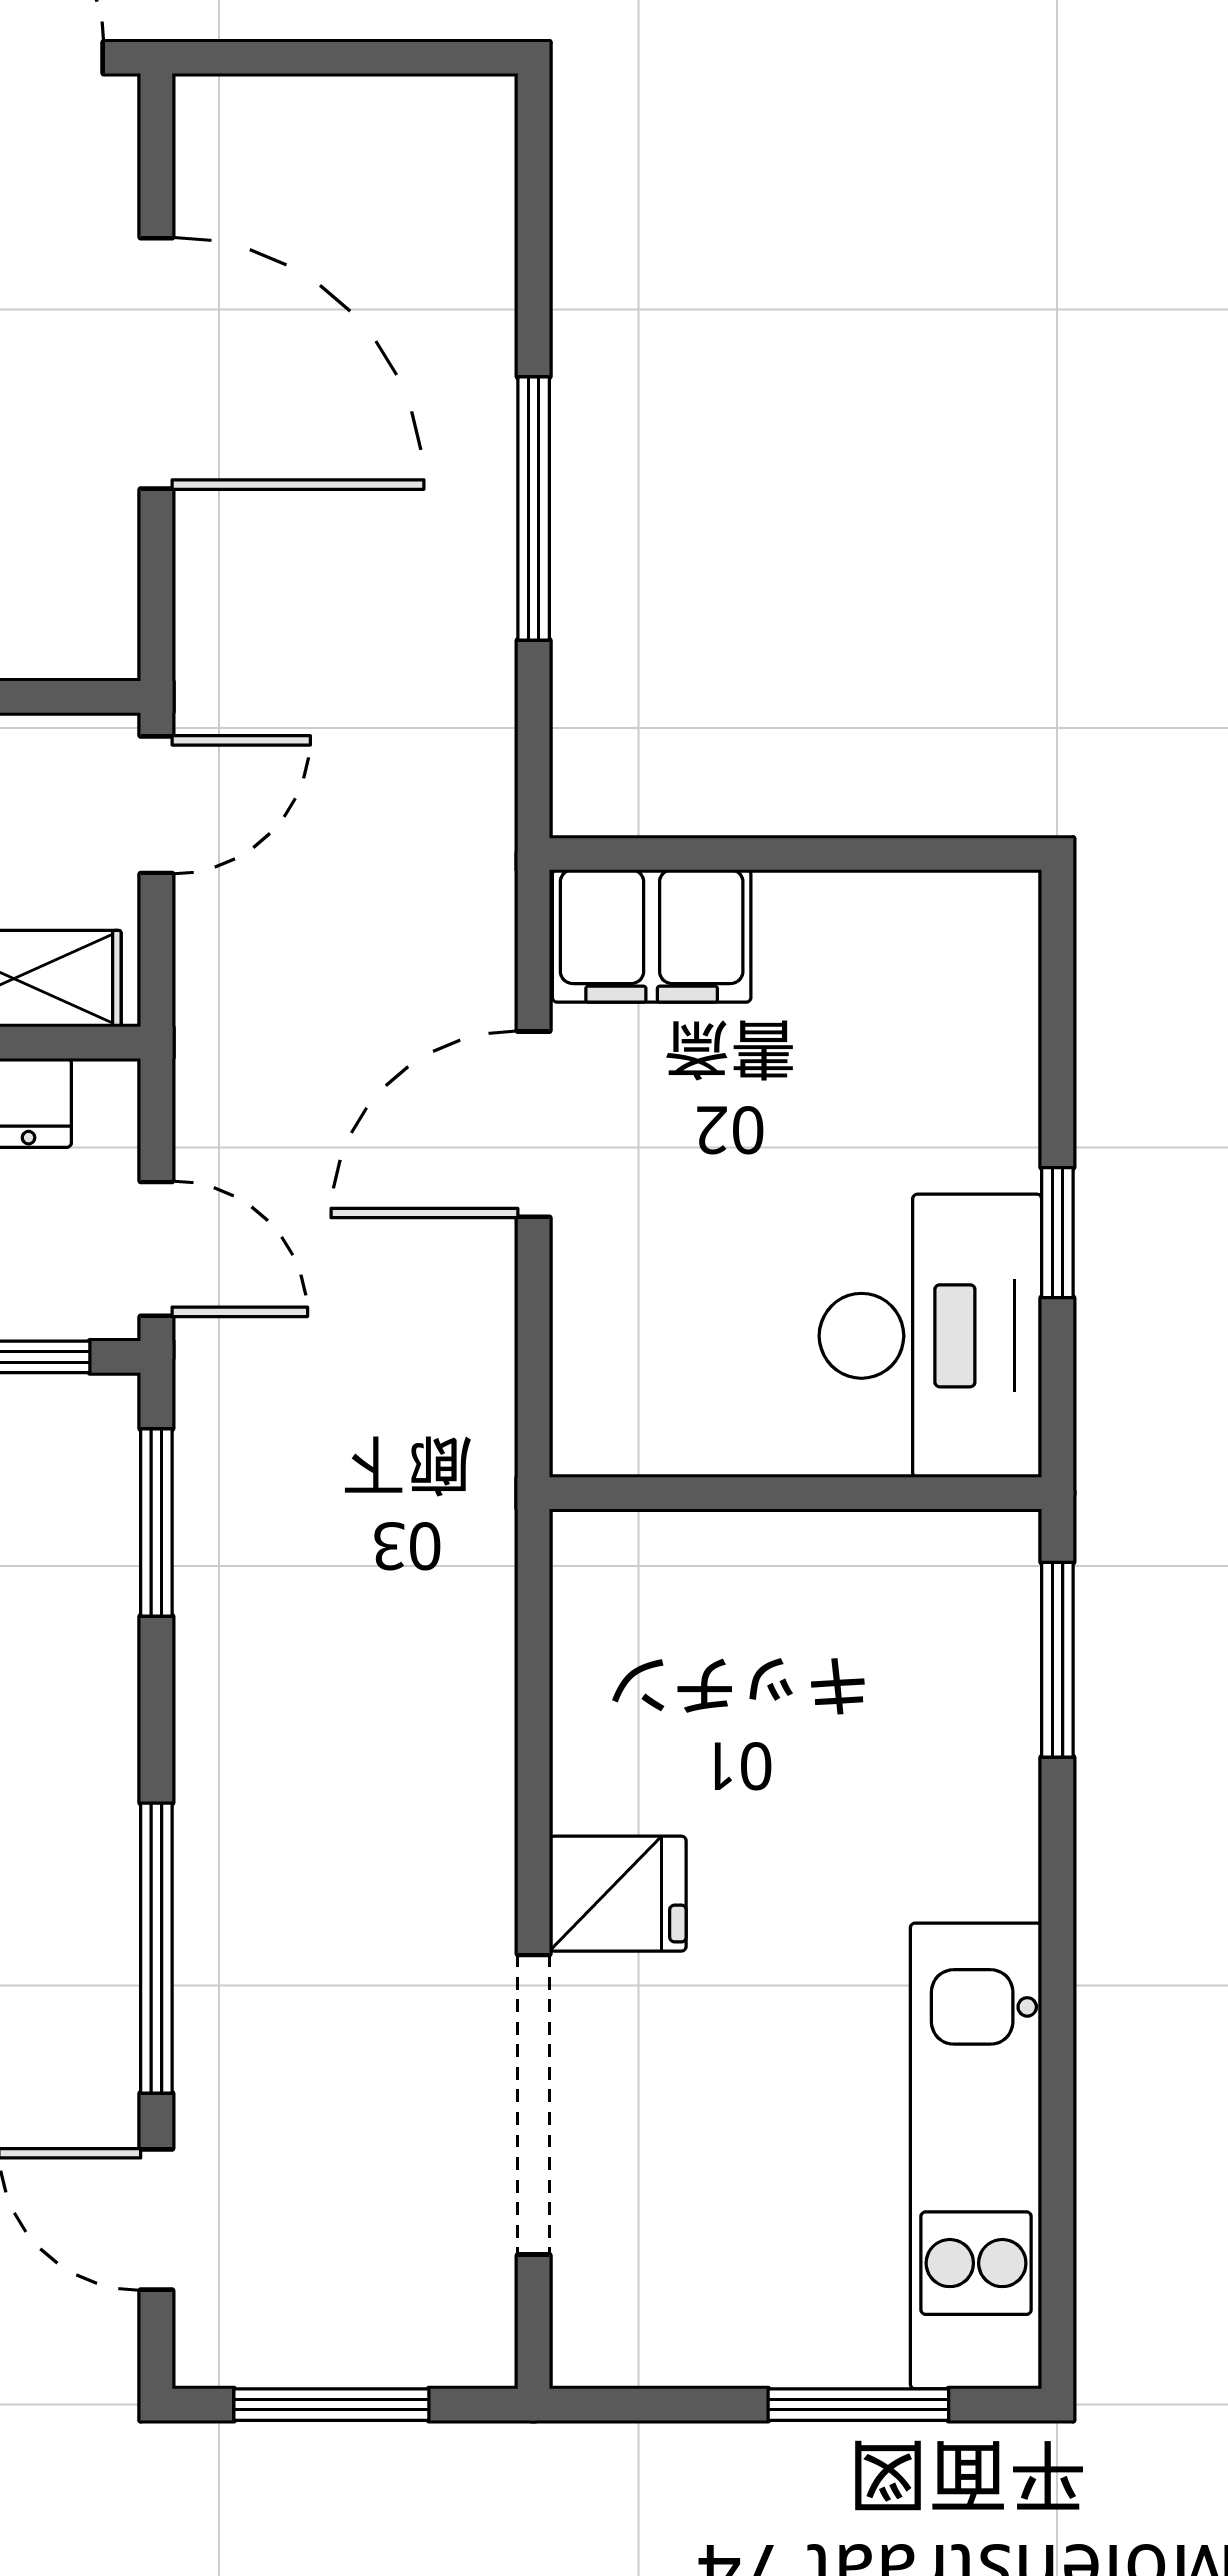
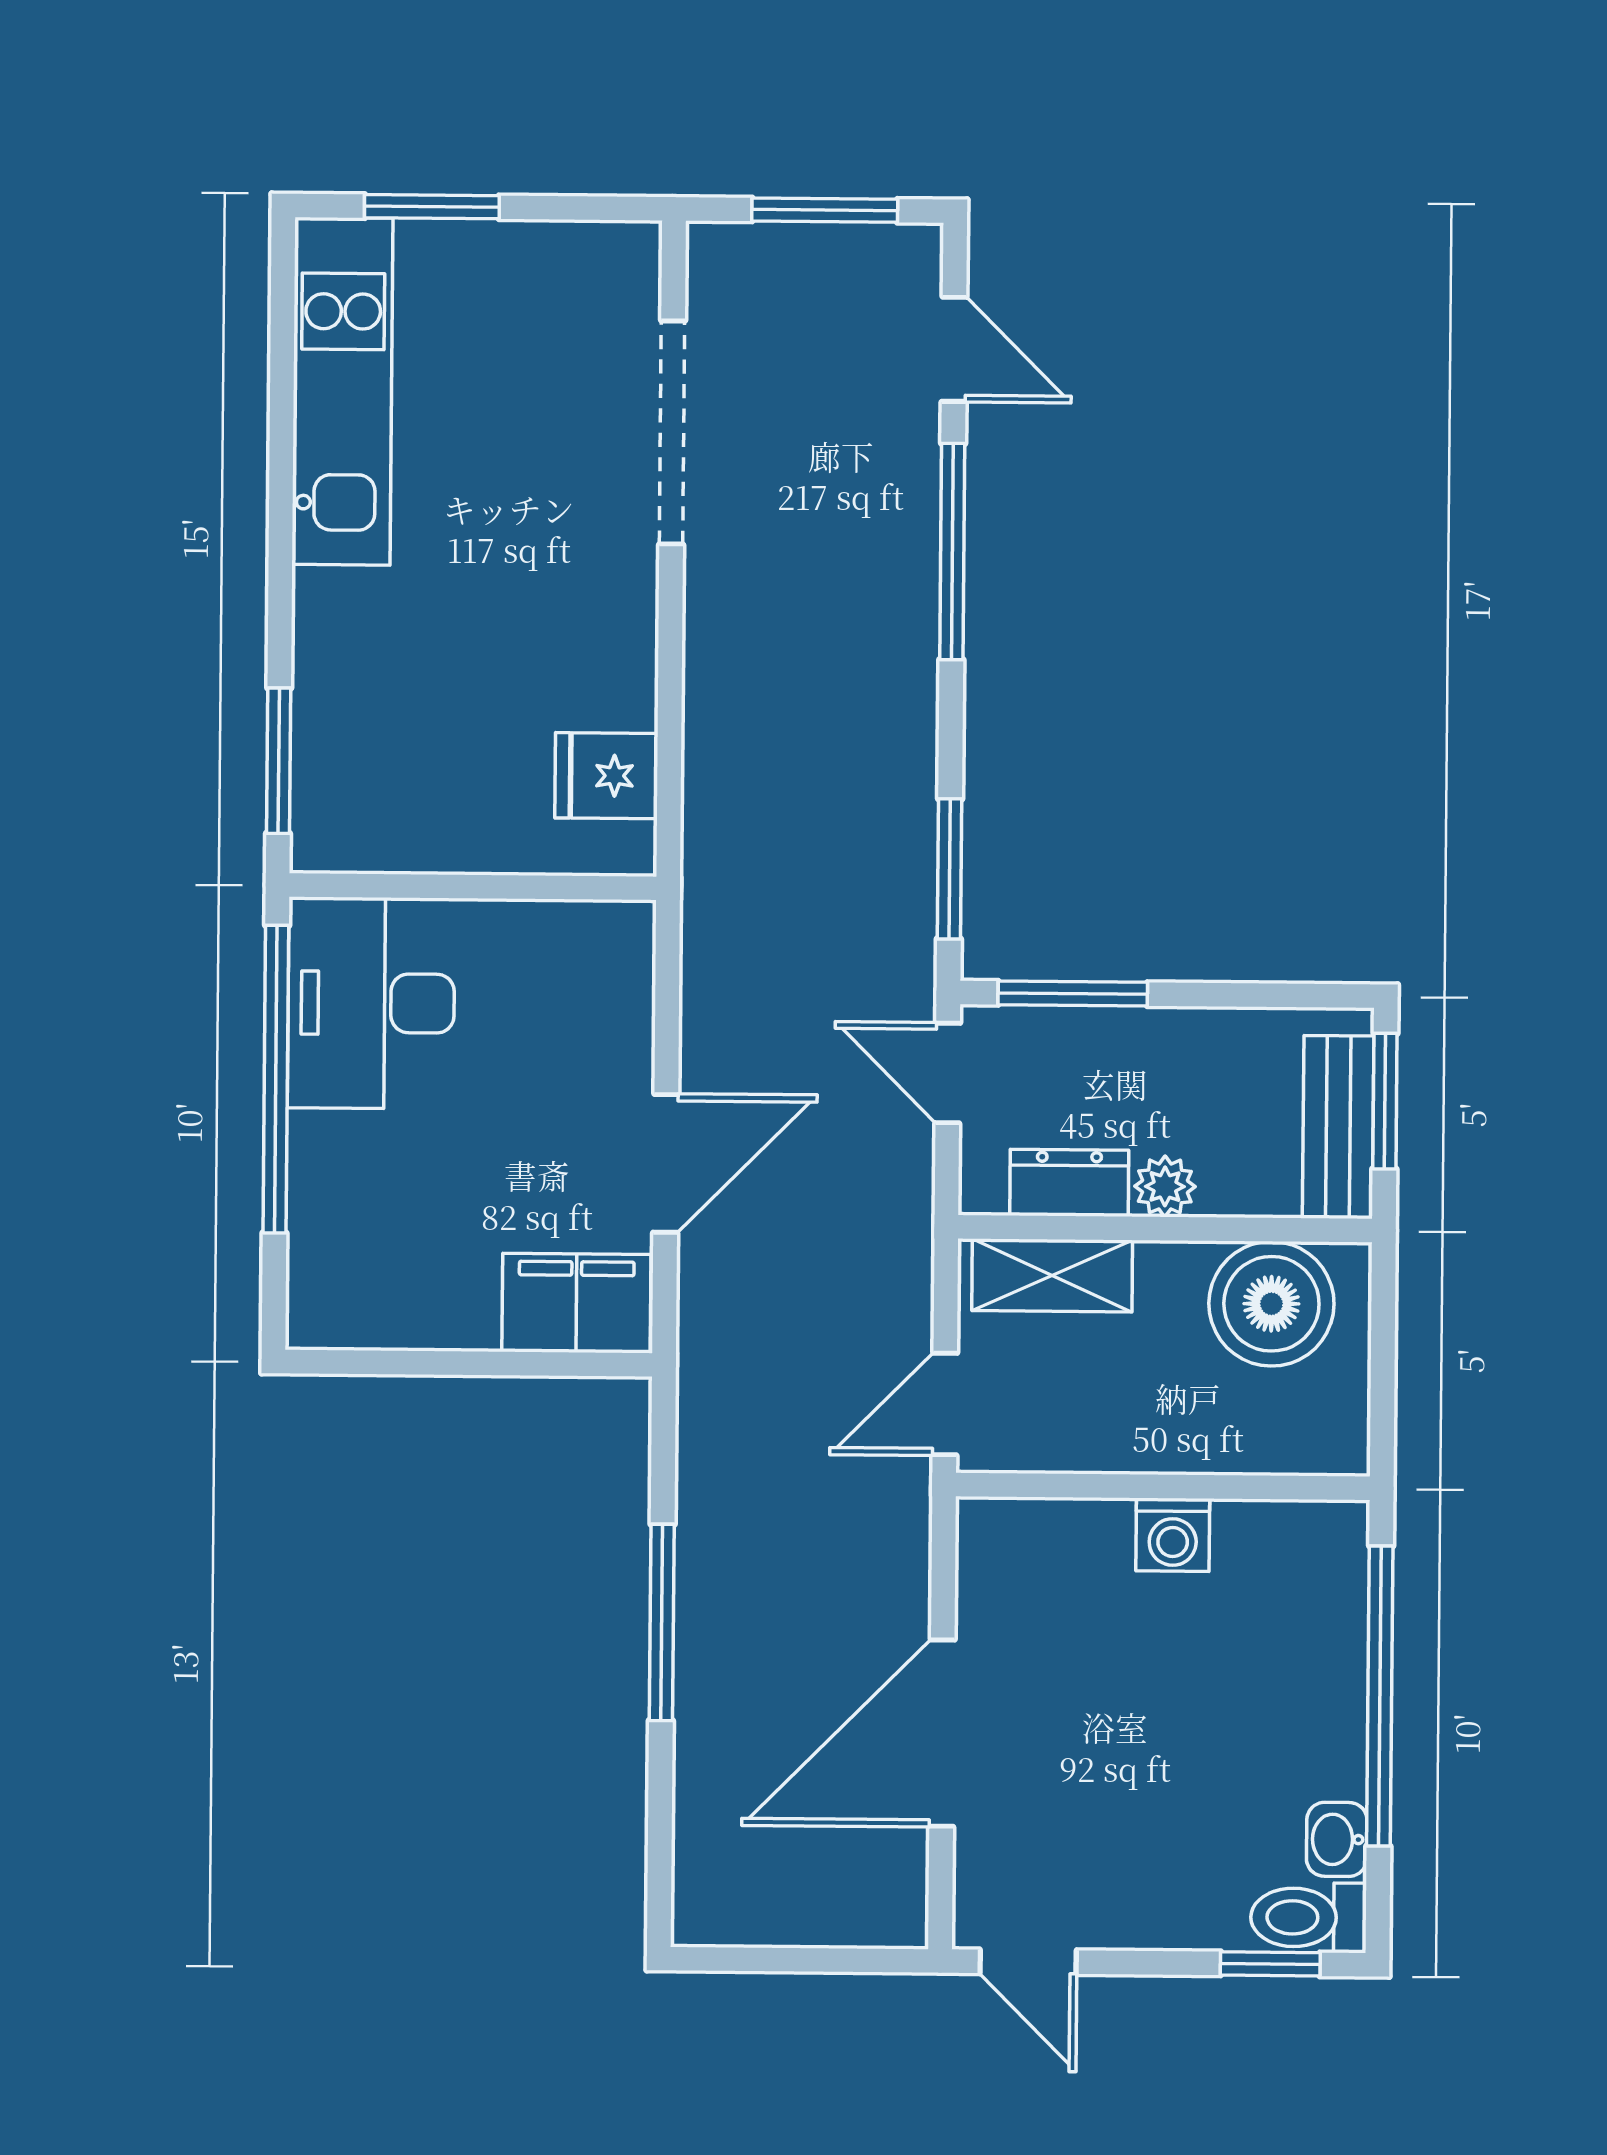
door: (156, 363) -> (942, 1733), hinge flipped
window: (1057, 1233) -> (276, 1079), width x3.17
fridge: (618, 1894) -> (606, 776), moved

